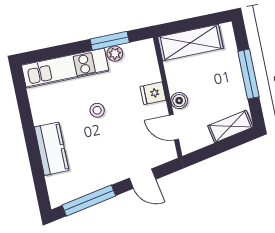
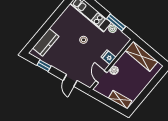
window: (249, 74) -> (147, 90), removed
kitchen counter: (52, 149) -> (46, 42), moved
window: (89, 201) -> (44, 66), width x0.46

